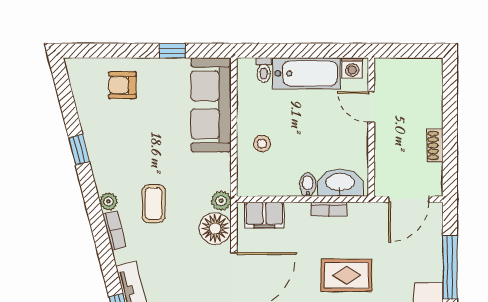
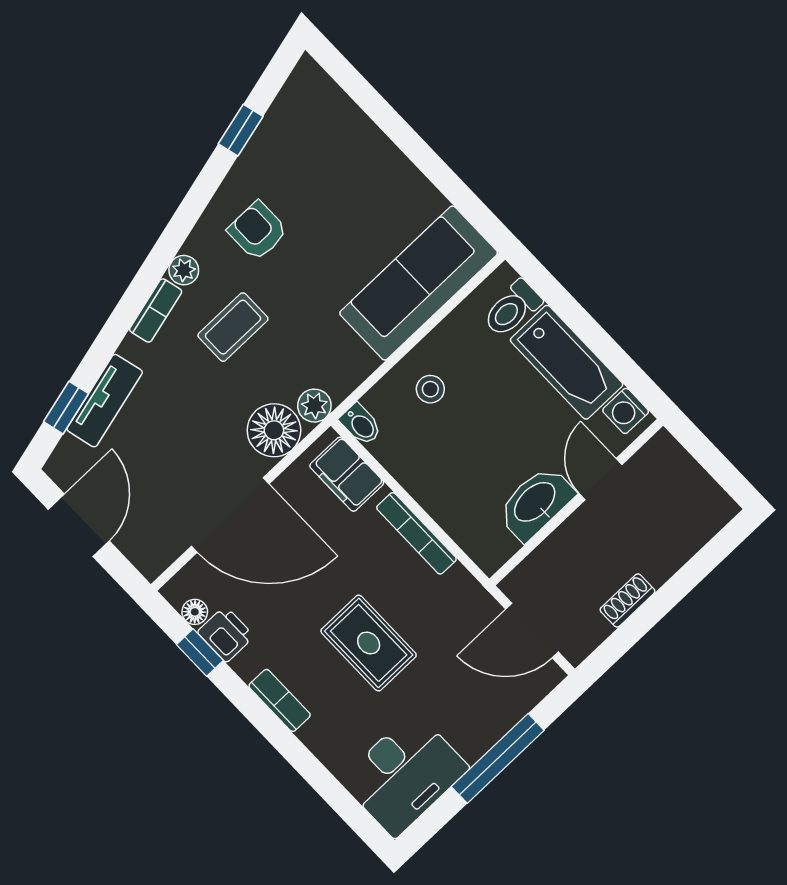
window: (172, 51) -> (439, 174), removed
toilet: (264, 70) -> (512, 309), width x1.37, depth x1.39
armchair: (123, 85) -> (258, 231), moved
window: (79, 150) -> (241, 130), moved
washbasin: (340, 183) -> (536, 503), moved, turned -90
bidet: (308, 185) -> (361, 424), moved, turned 90
bookcase: (329, 209) -> (416, 533), width x1.56

